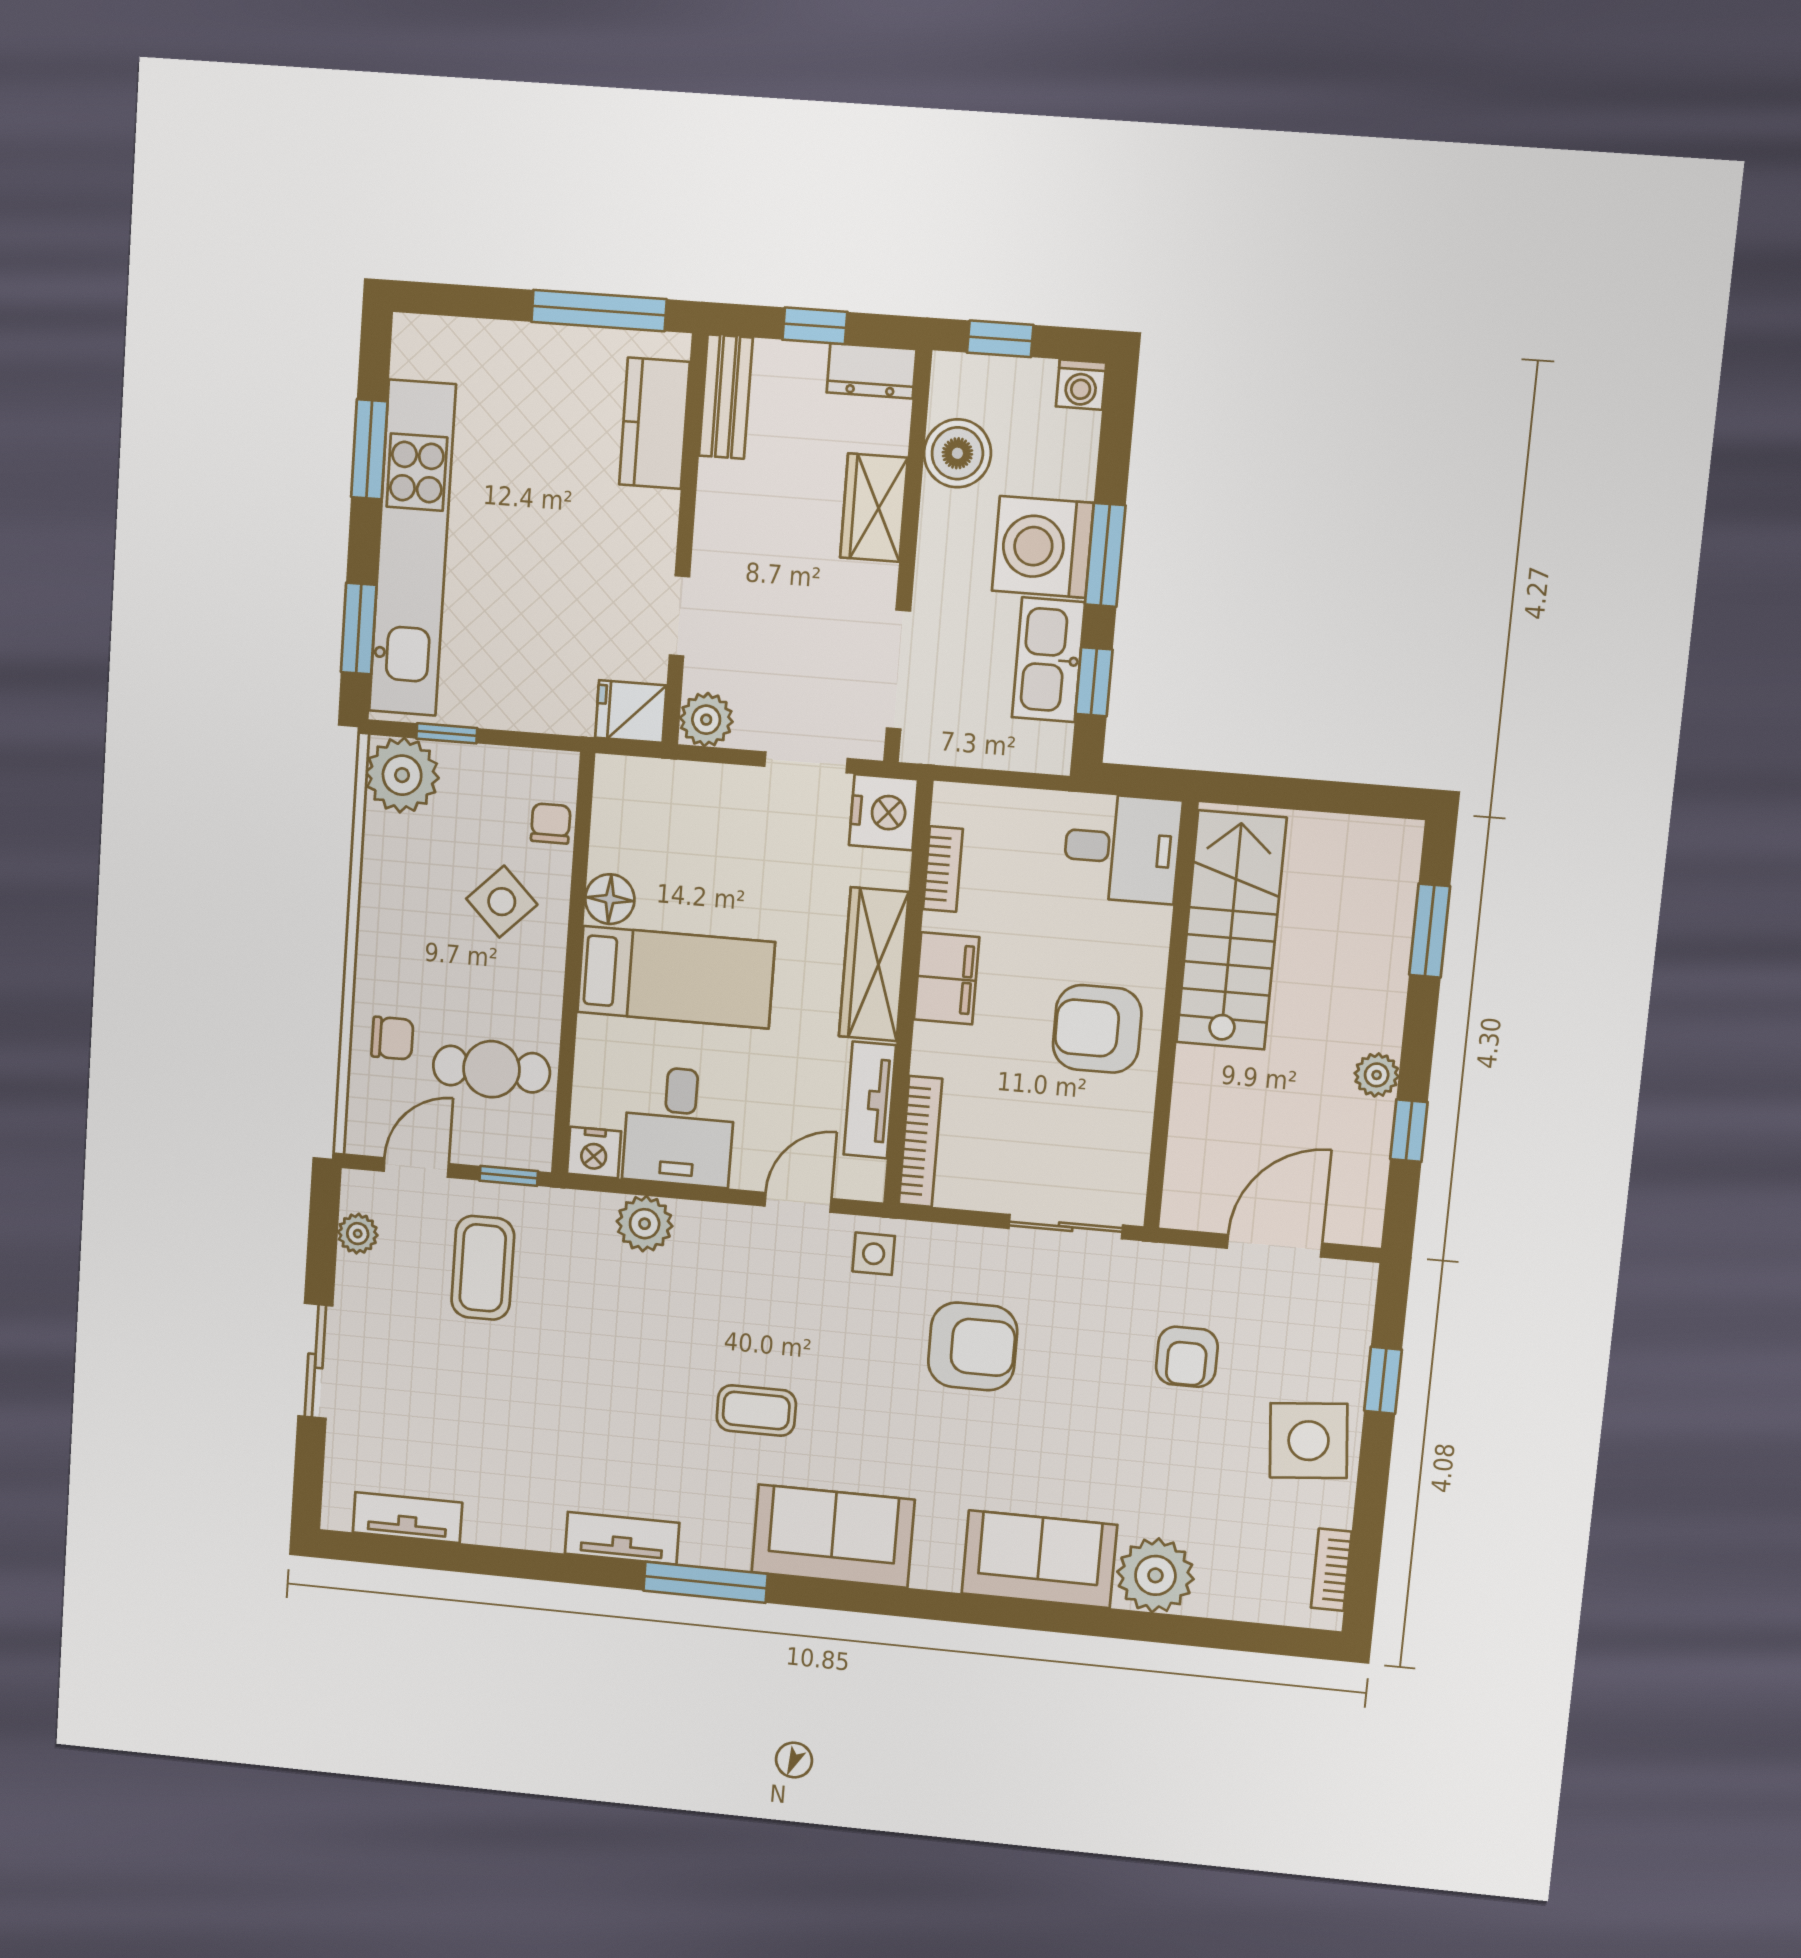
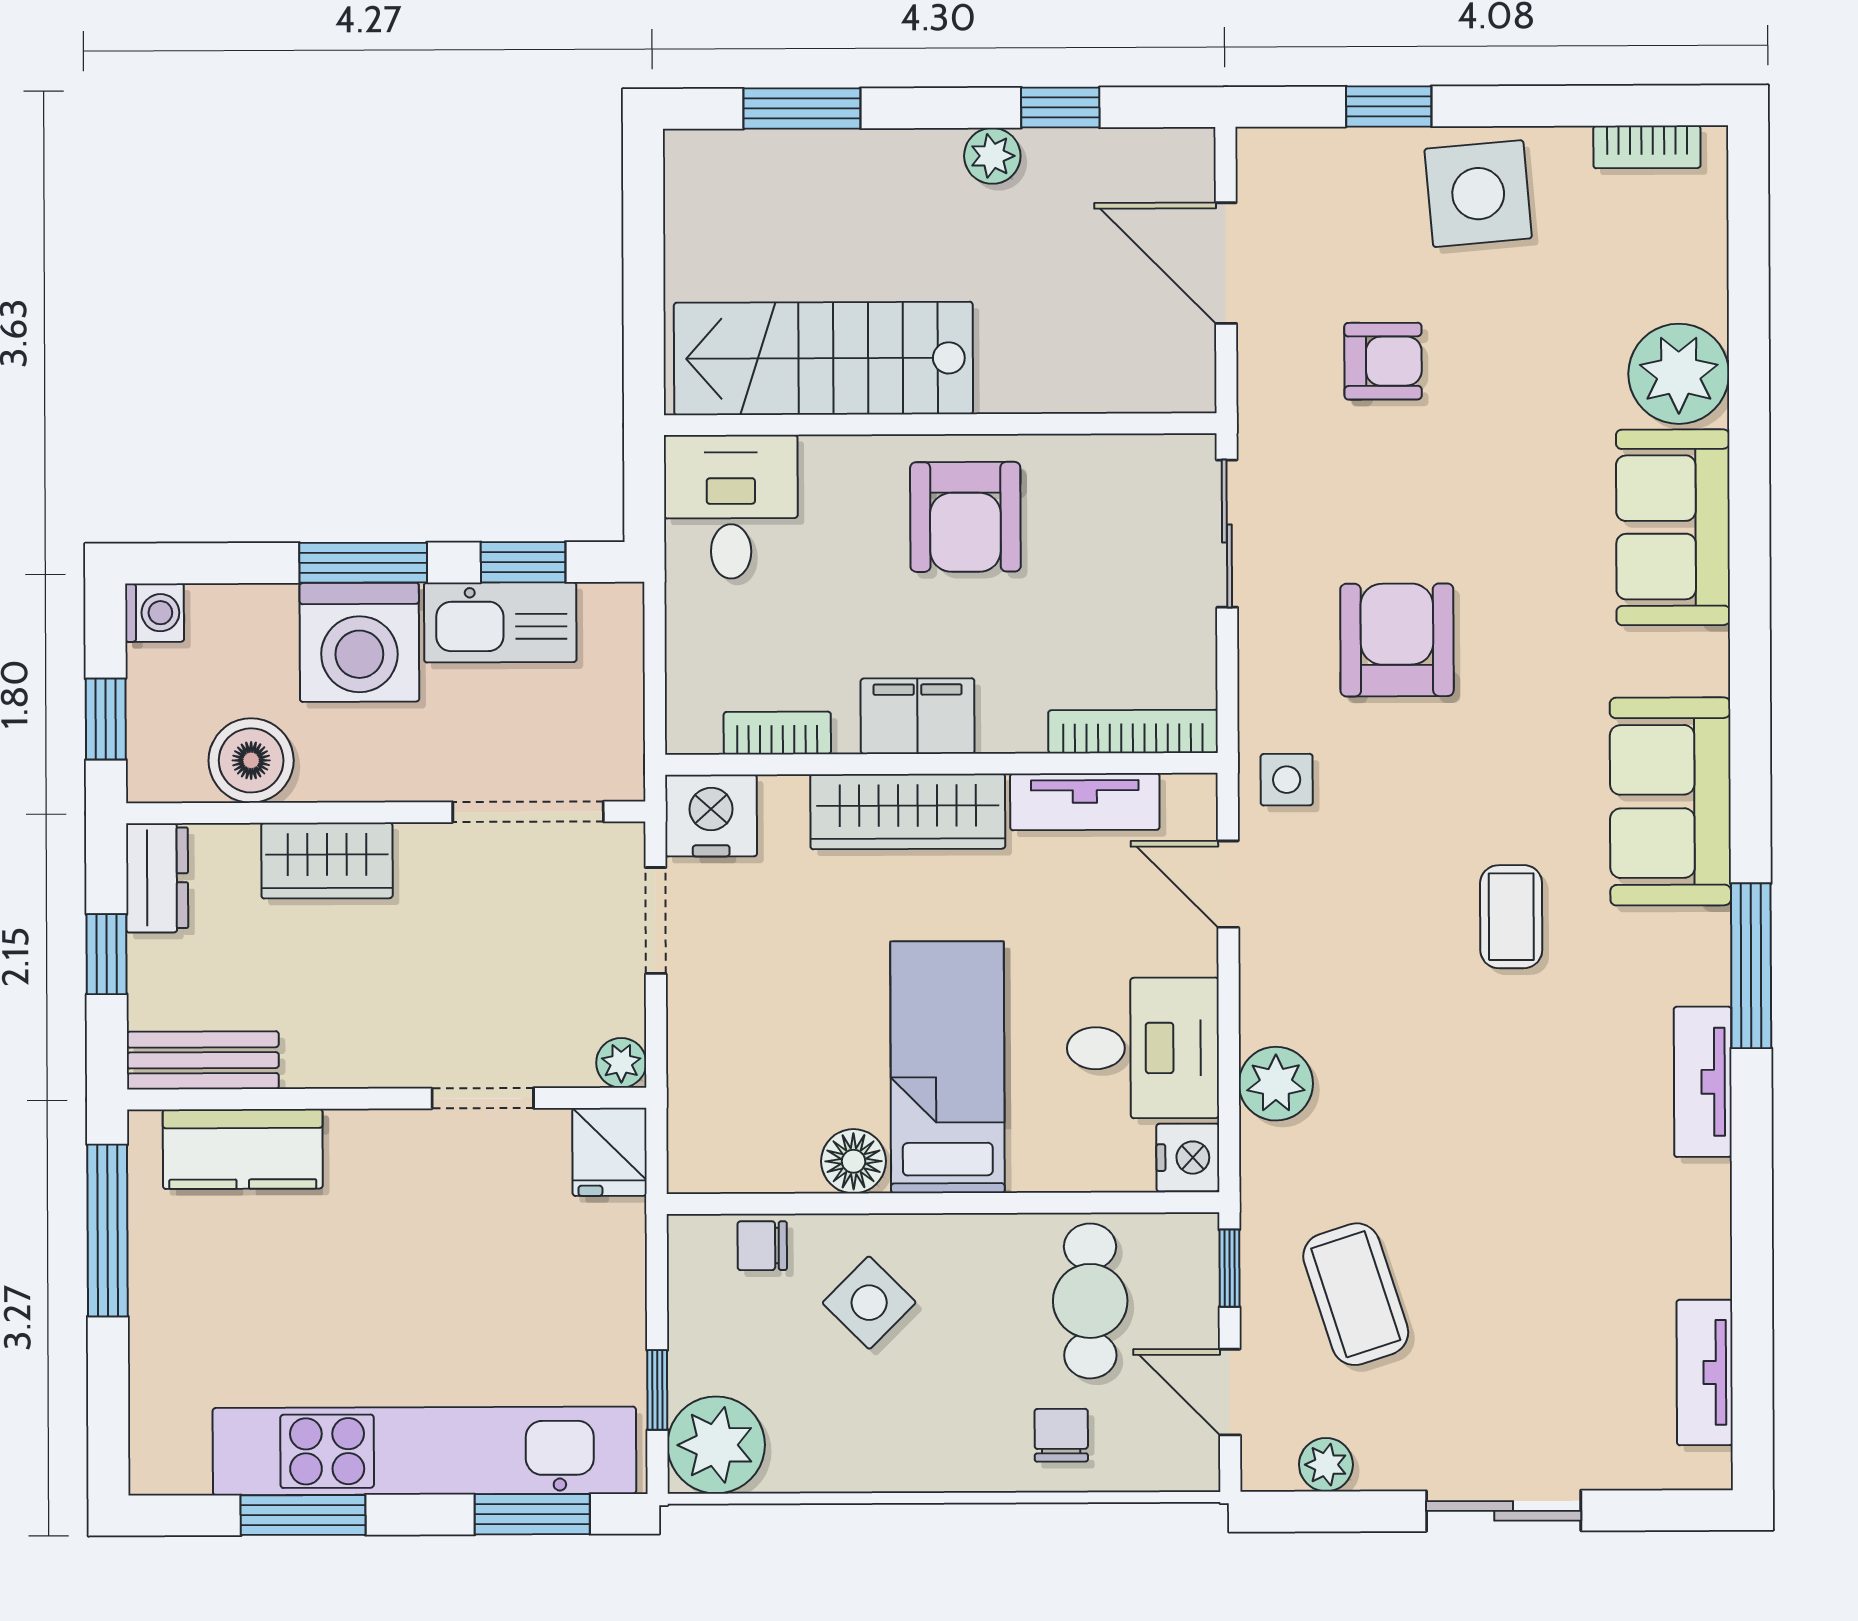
plant: (706, 720) -> (621, 1063), width x0.73, depth x0.73
coffee table: (483, 1268) -> (1356, 1294), turned 72

